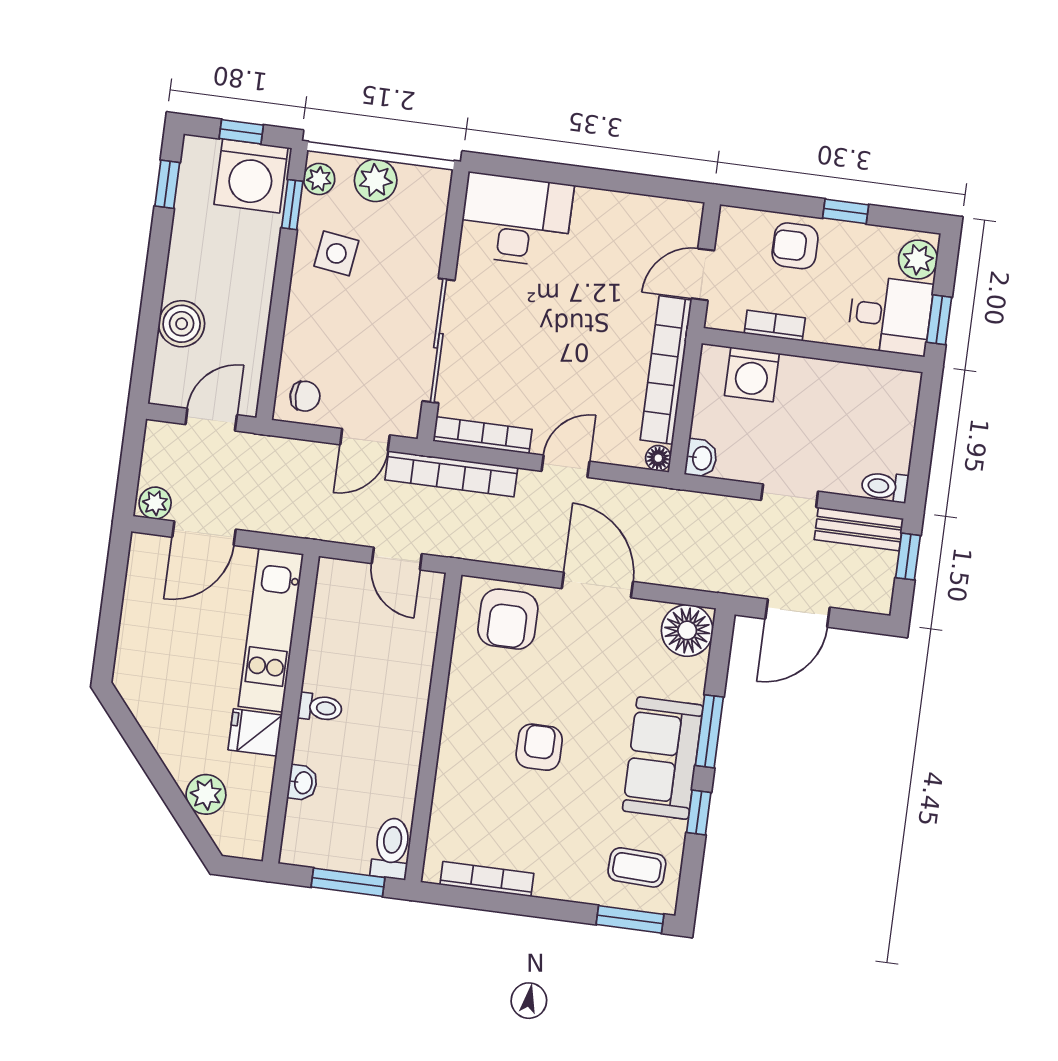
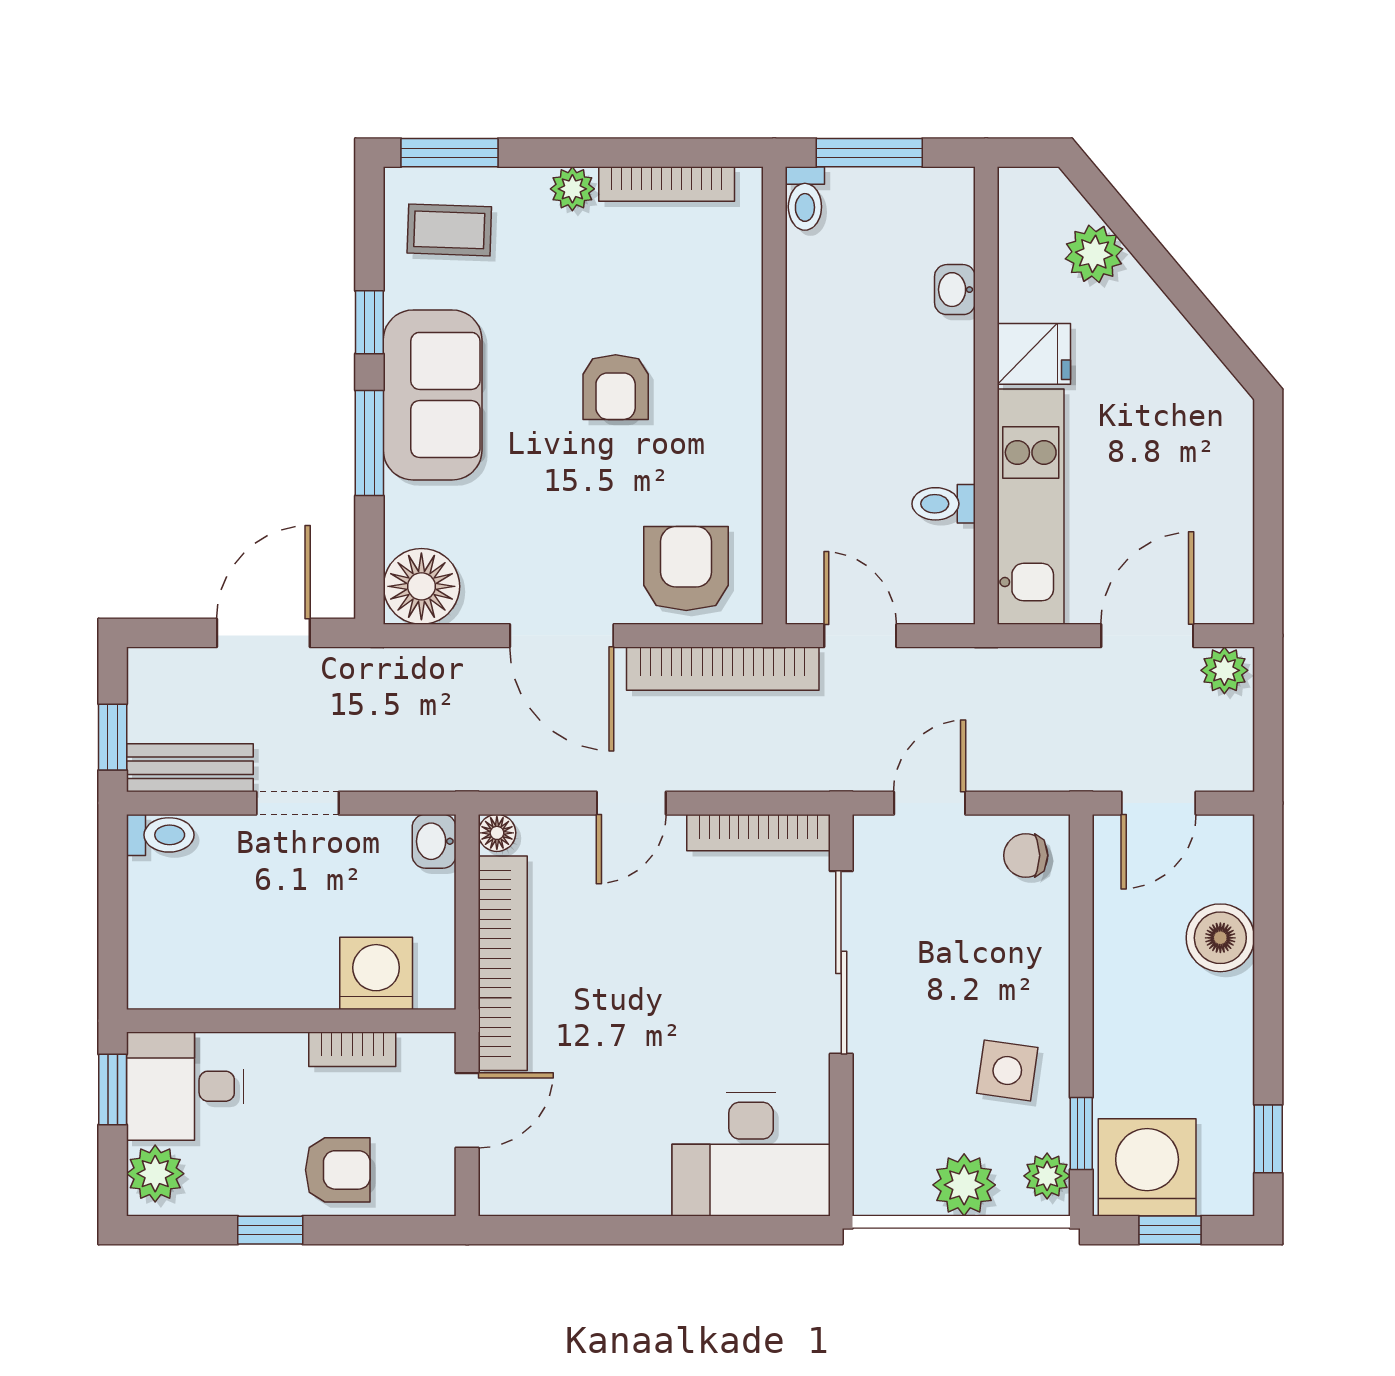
bookcase: (451, 474) -> (723, 669), moved, turned 180
toilet: (320, 708) -> (944, 504), moved
toilet: (391, 848) -> (805, 199), width x0.73, depth x0.72
plant: (551, 884) -> (572, 189), added

